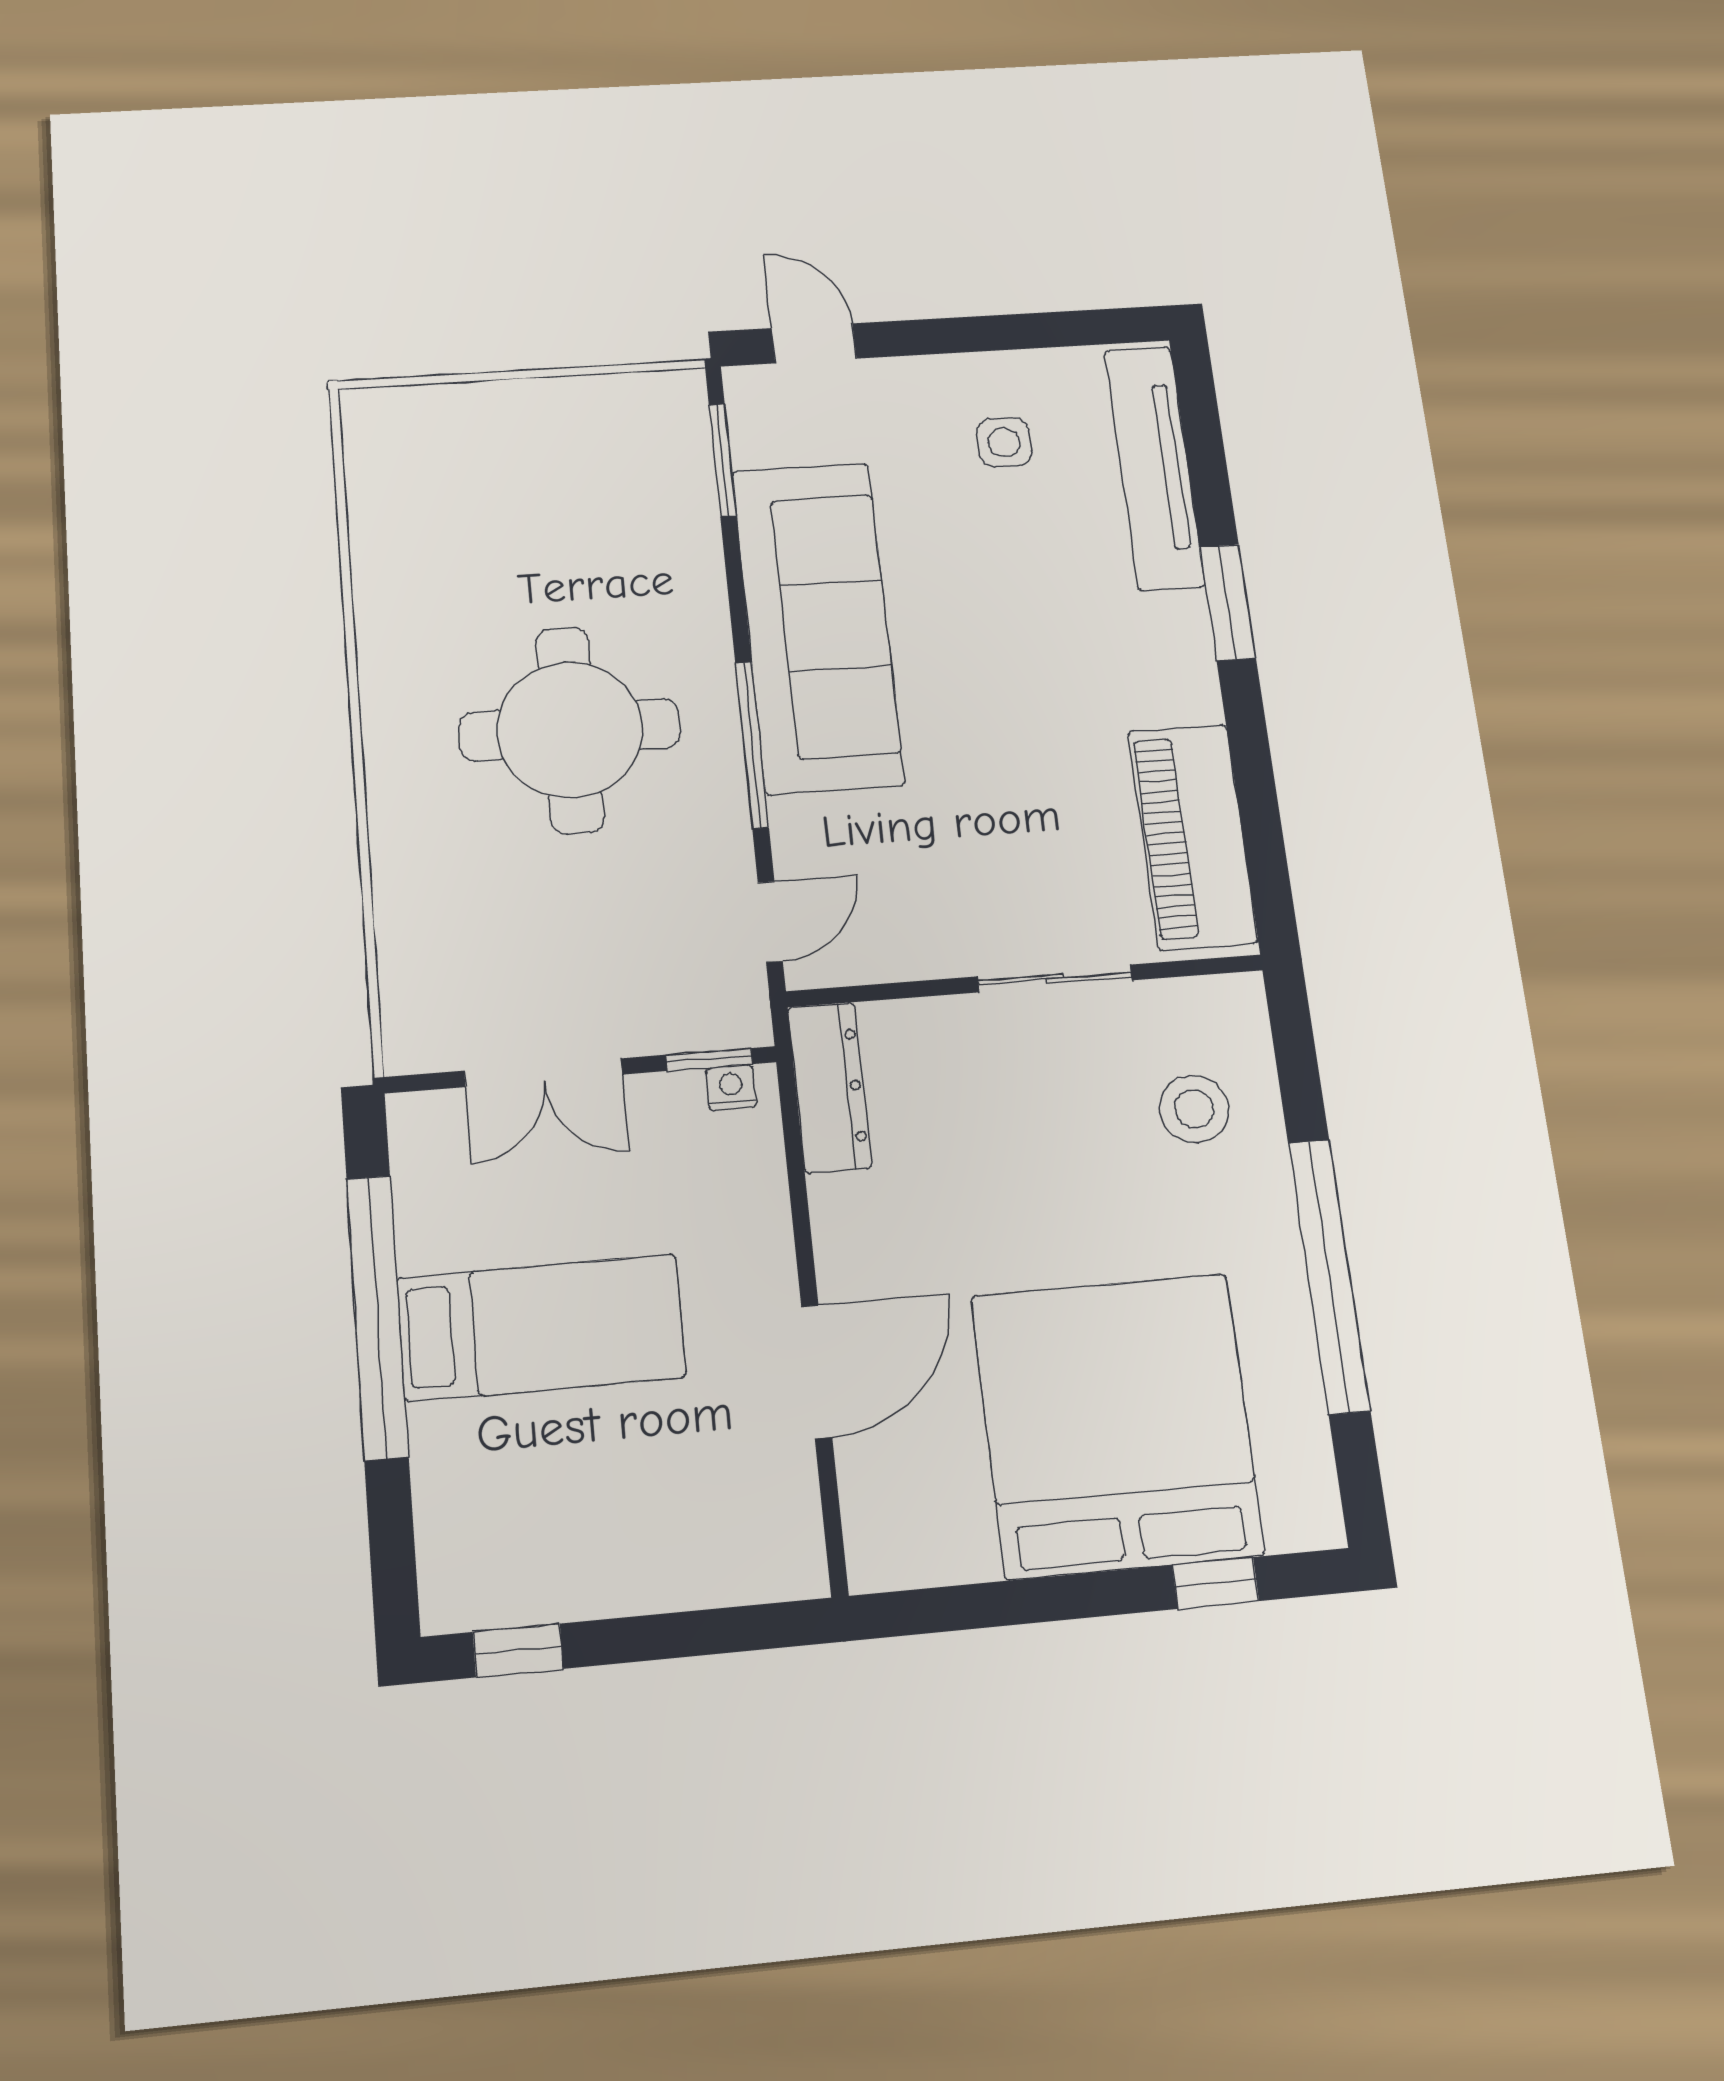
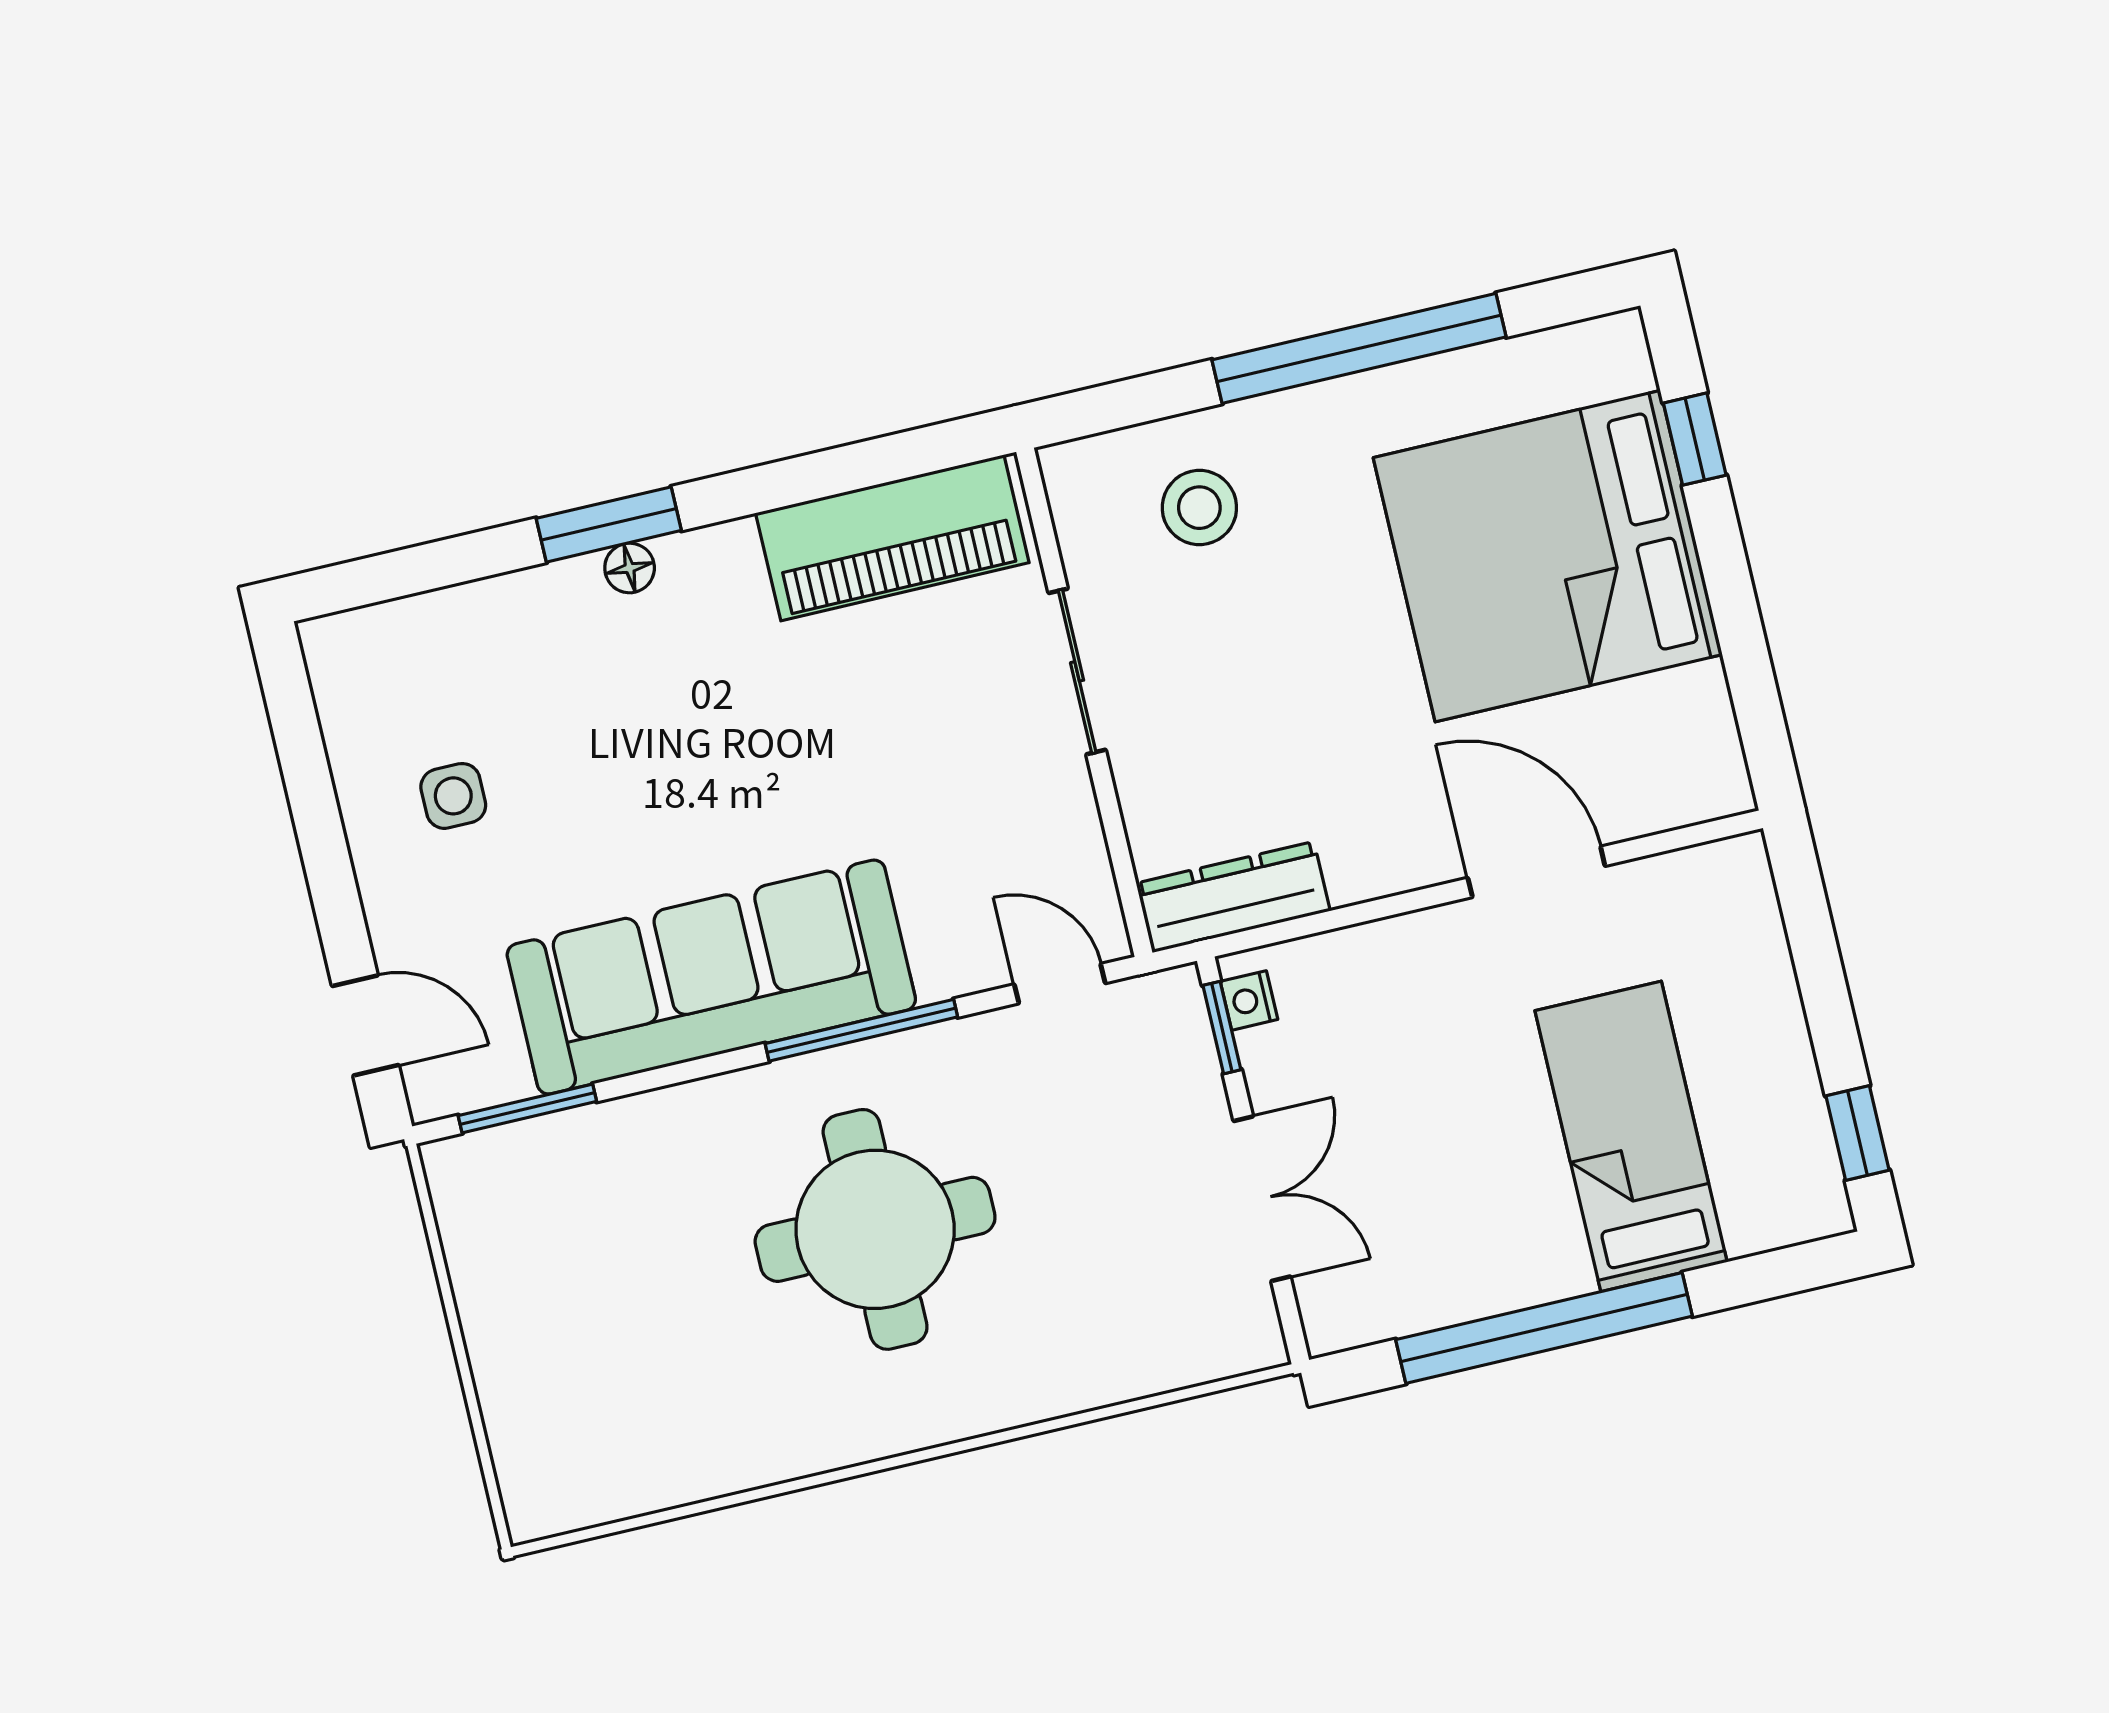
door: (814, 343) -> (365, 1026), swing flipped
tv unit: (1154, 467) -> (456, 623), removed
floor lamp: (1188, 614) -> (630, 568), added
bed: (541, 1328) -> (1631, 1136), moved

